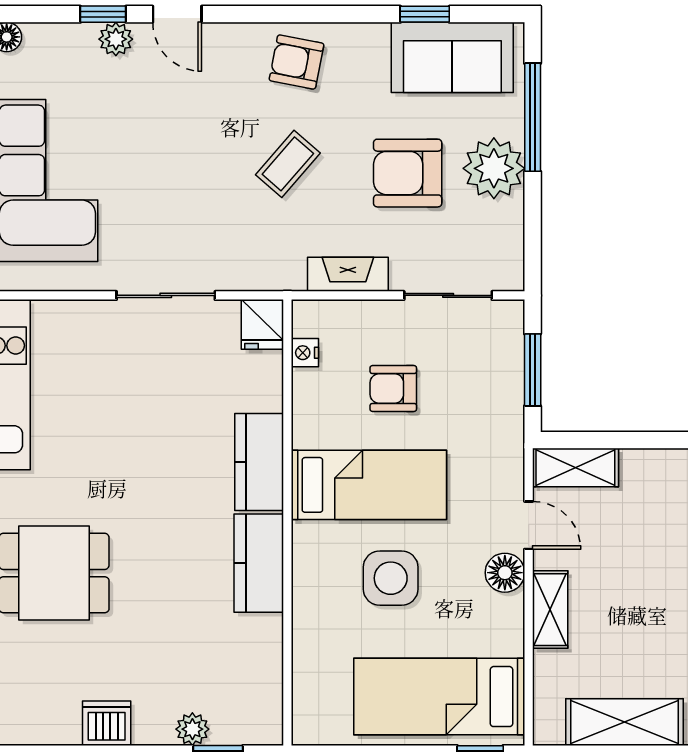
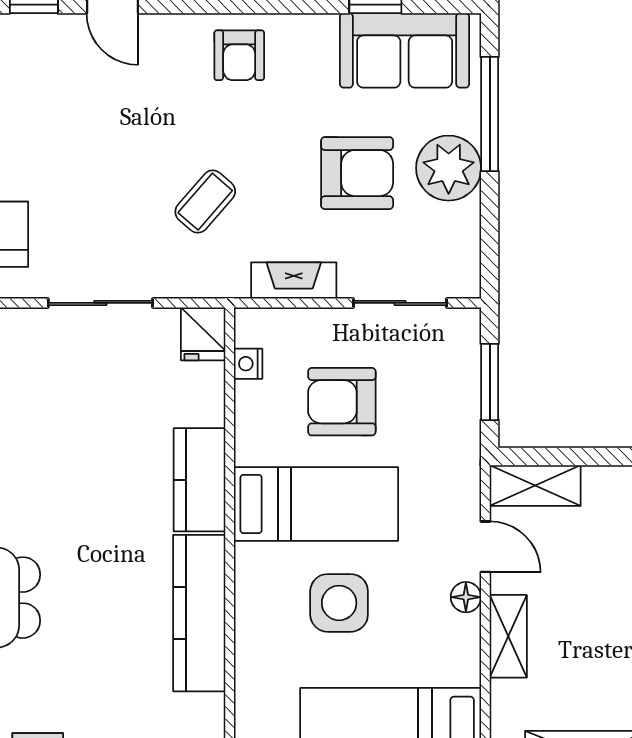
plant: (116, 39) -> (47, 31), removed
armchair: (297, 62) -> (239, 55), turned -101
coffee table: (288, 164) -> (205, 202), moved
armchair: (408, 173) -> (357, 173), turned 180
armchair: (393, 389) -> (342, 402), width x1.38, depth x1.38
kitchen counter: (259, 563) -> (199, 613), width x1.50
floor lamp: (505, 573) -> (466, 597), width x0.73, depth x0.73

